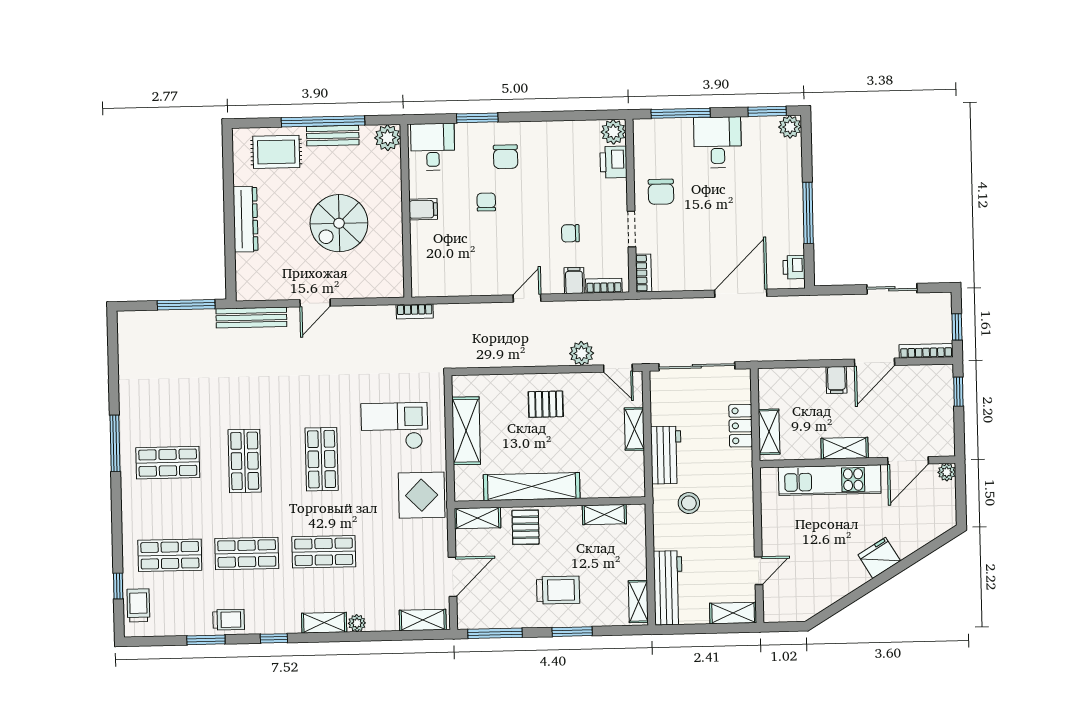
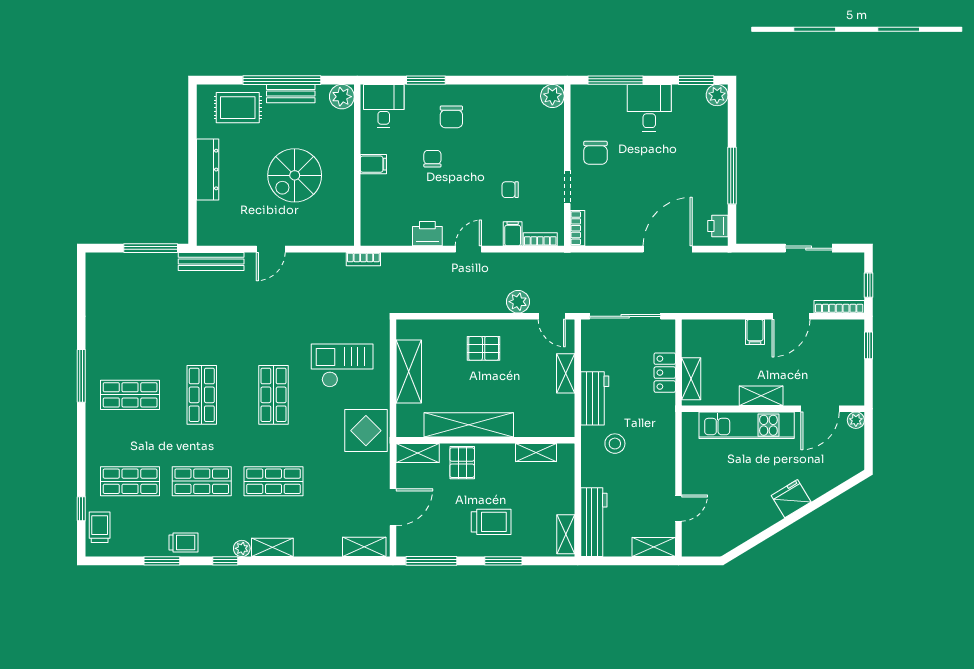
printer: (613, 162) -> (427, 234), moved, turned 90
plant: (357, 623) -> (242, 548), moved

